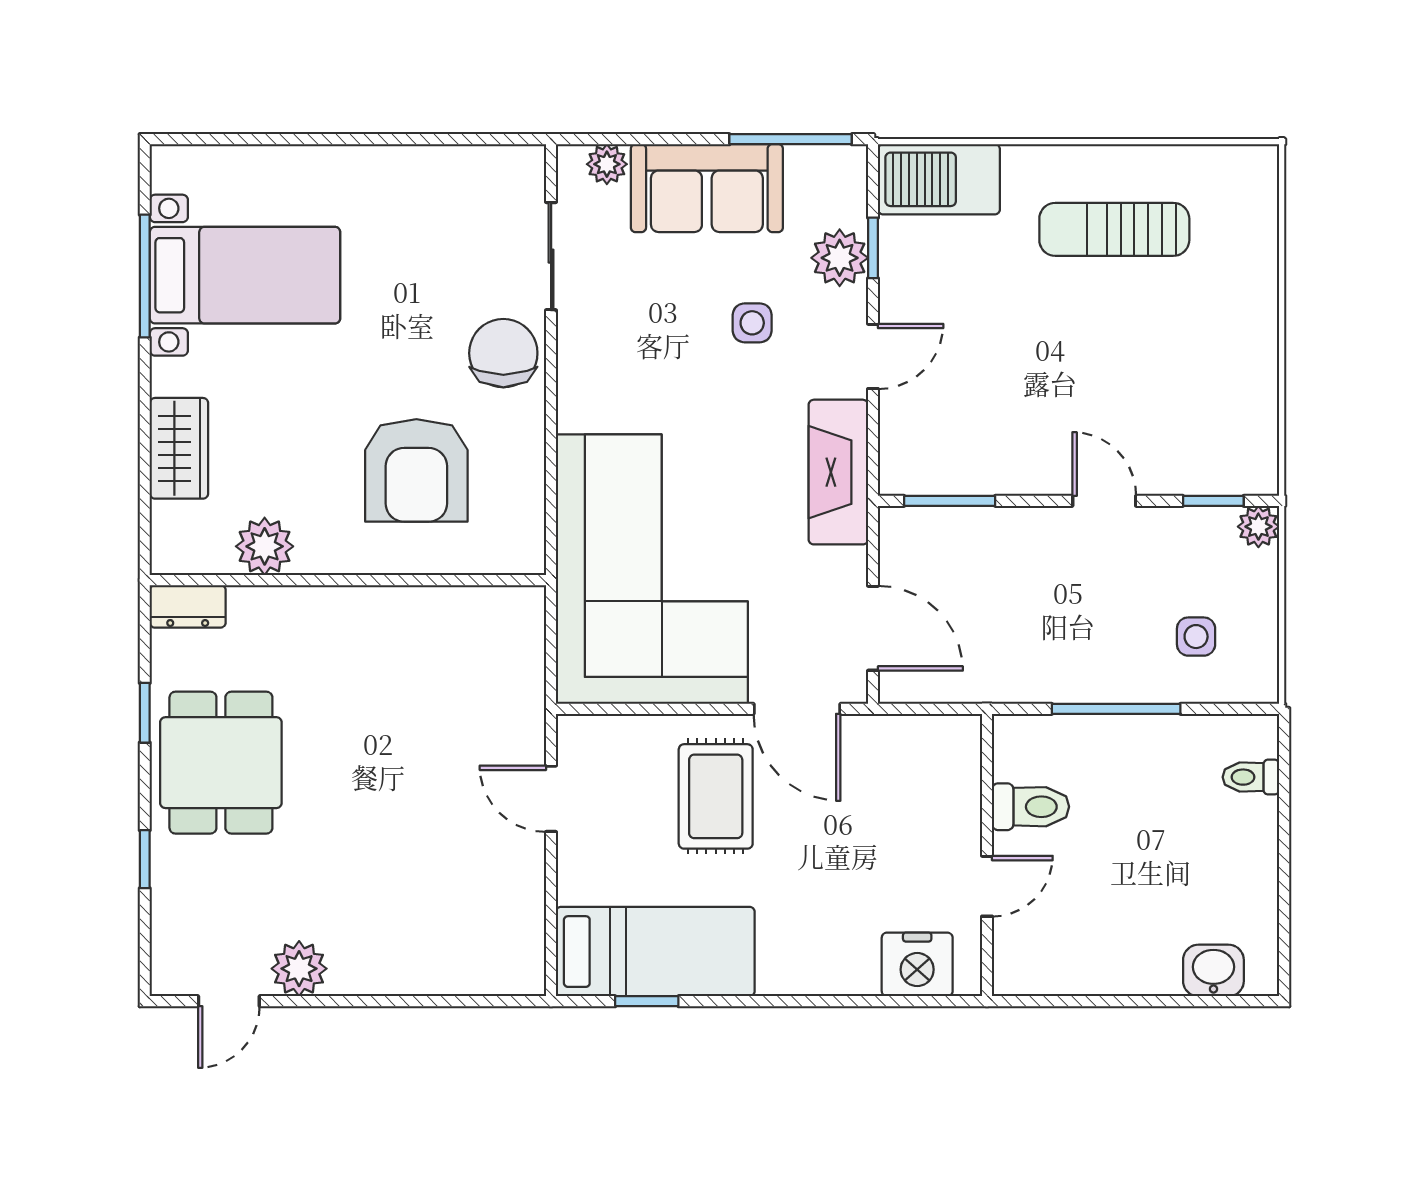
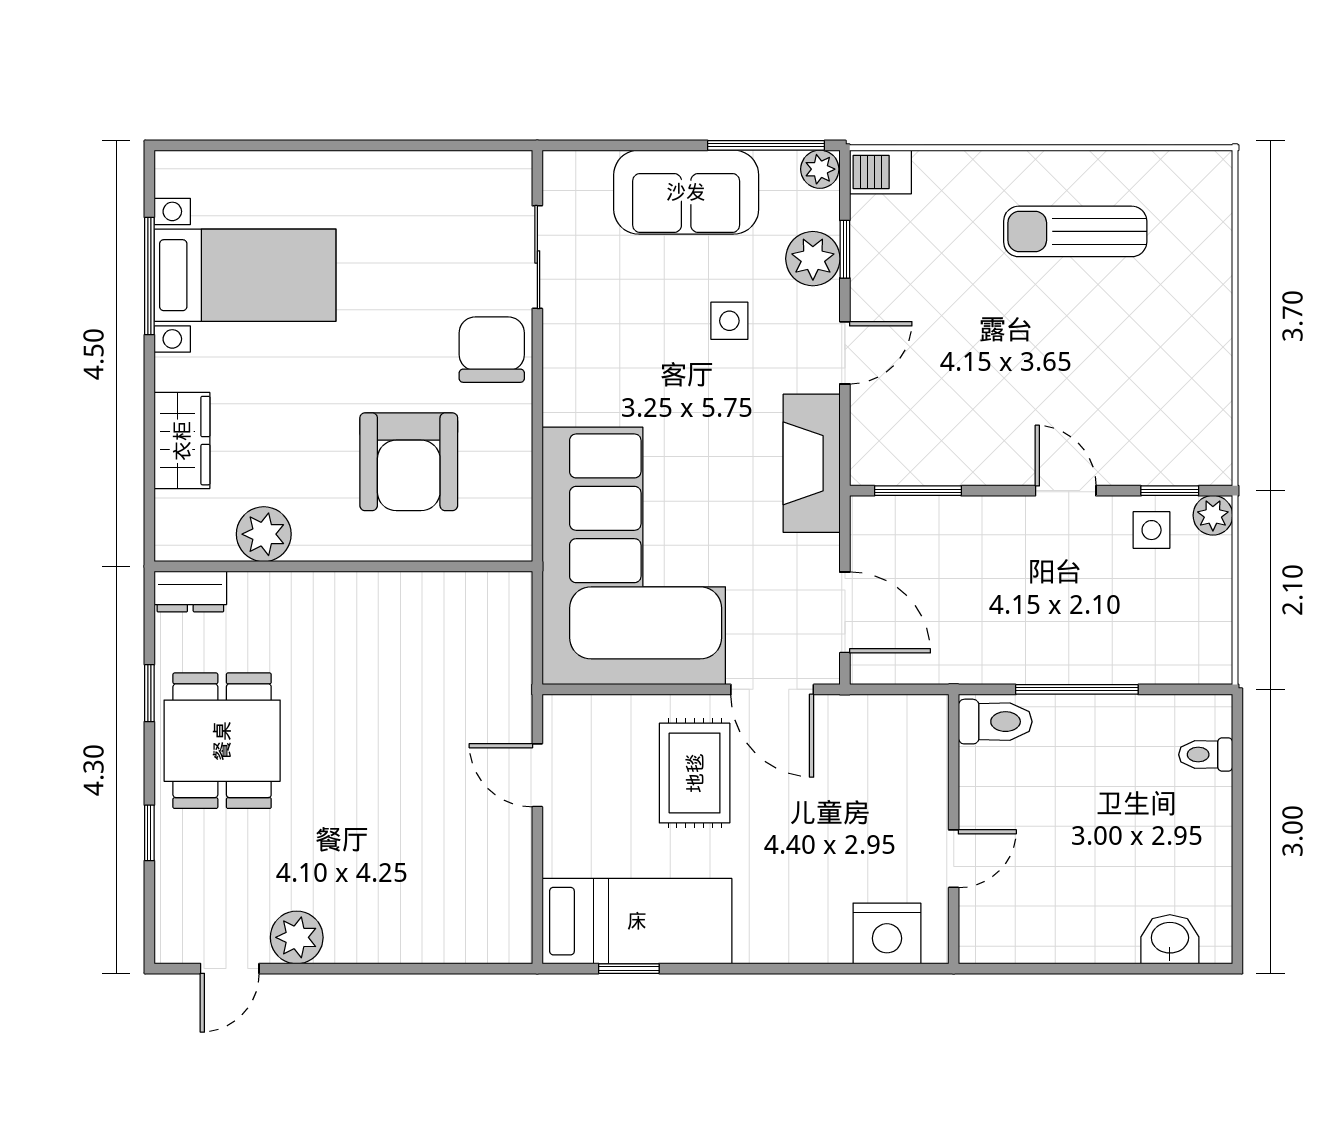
plant: (607, 164) -> (820, 169), moved
barbecue: (939, 179) -> (880, 172), width x0.53, depth x0.65
side table: (1196, 637) -> (1152, 530), moved
toilet: (1031, 807) -> (995, 722), moved

